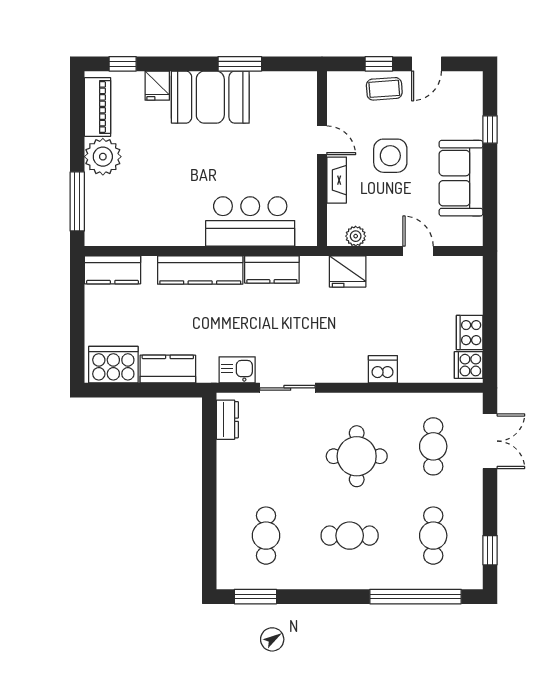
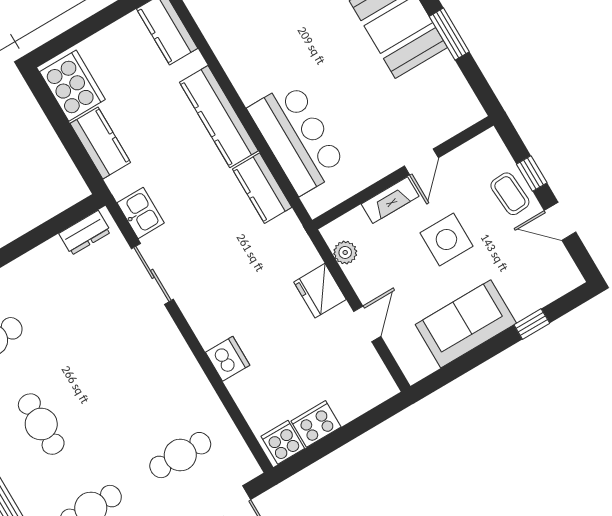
fridge: (348, 271) -> (320, 291), moved
round table: (357, 456) -> (125, 384), removed

